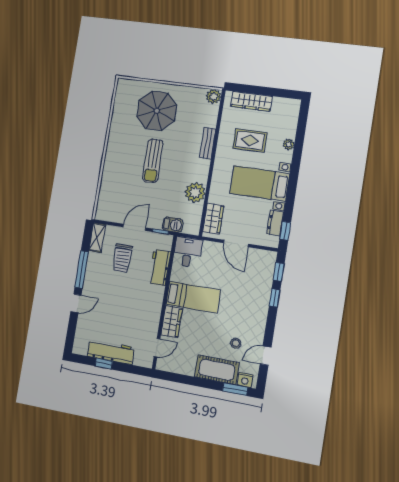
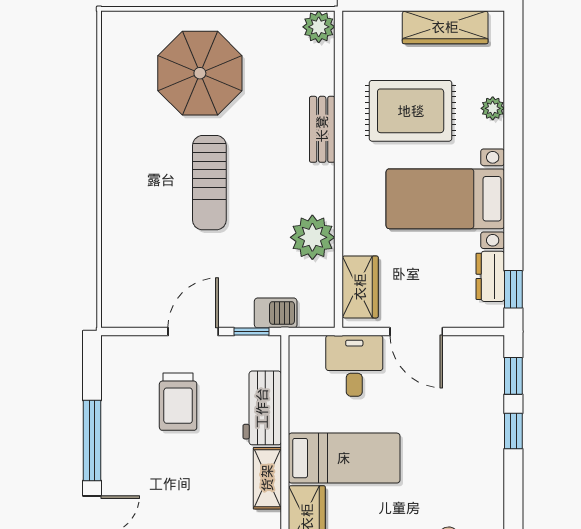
wardrobe: (251, 101) -> (445, 27), moved
rug: (250, 140) -> (411, 111), width x1.36, depth x1.43
shelving: (97, 238) -> (267, 478), moved
desk: (188, 252) -> (354, 366), moved

